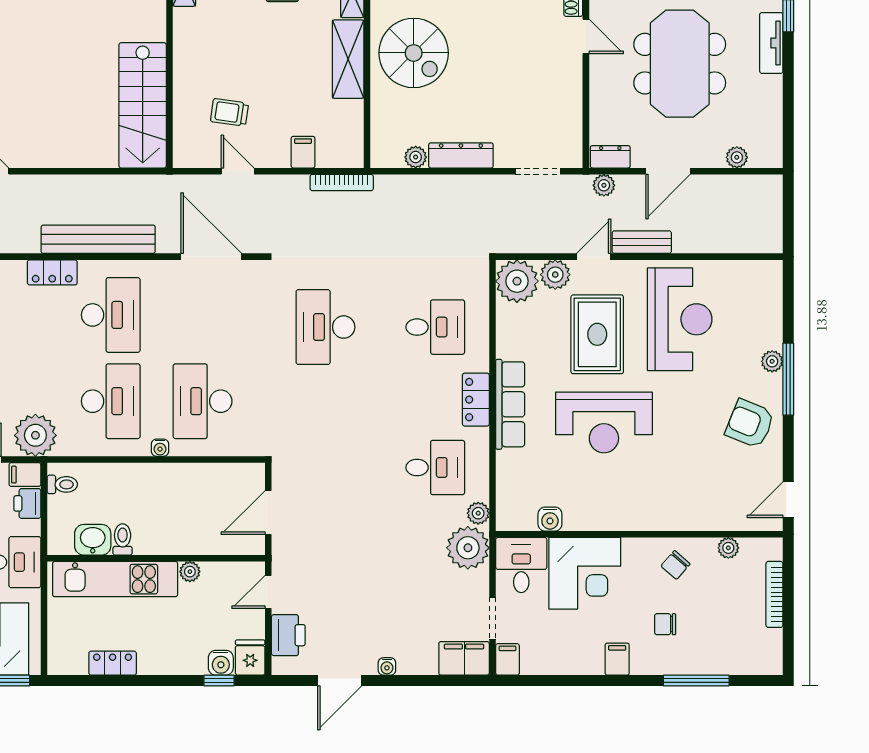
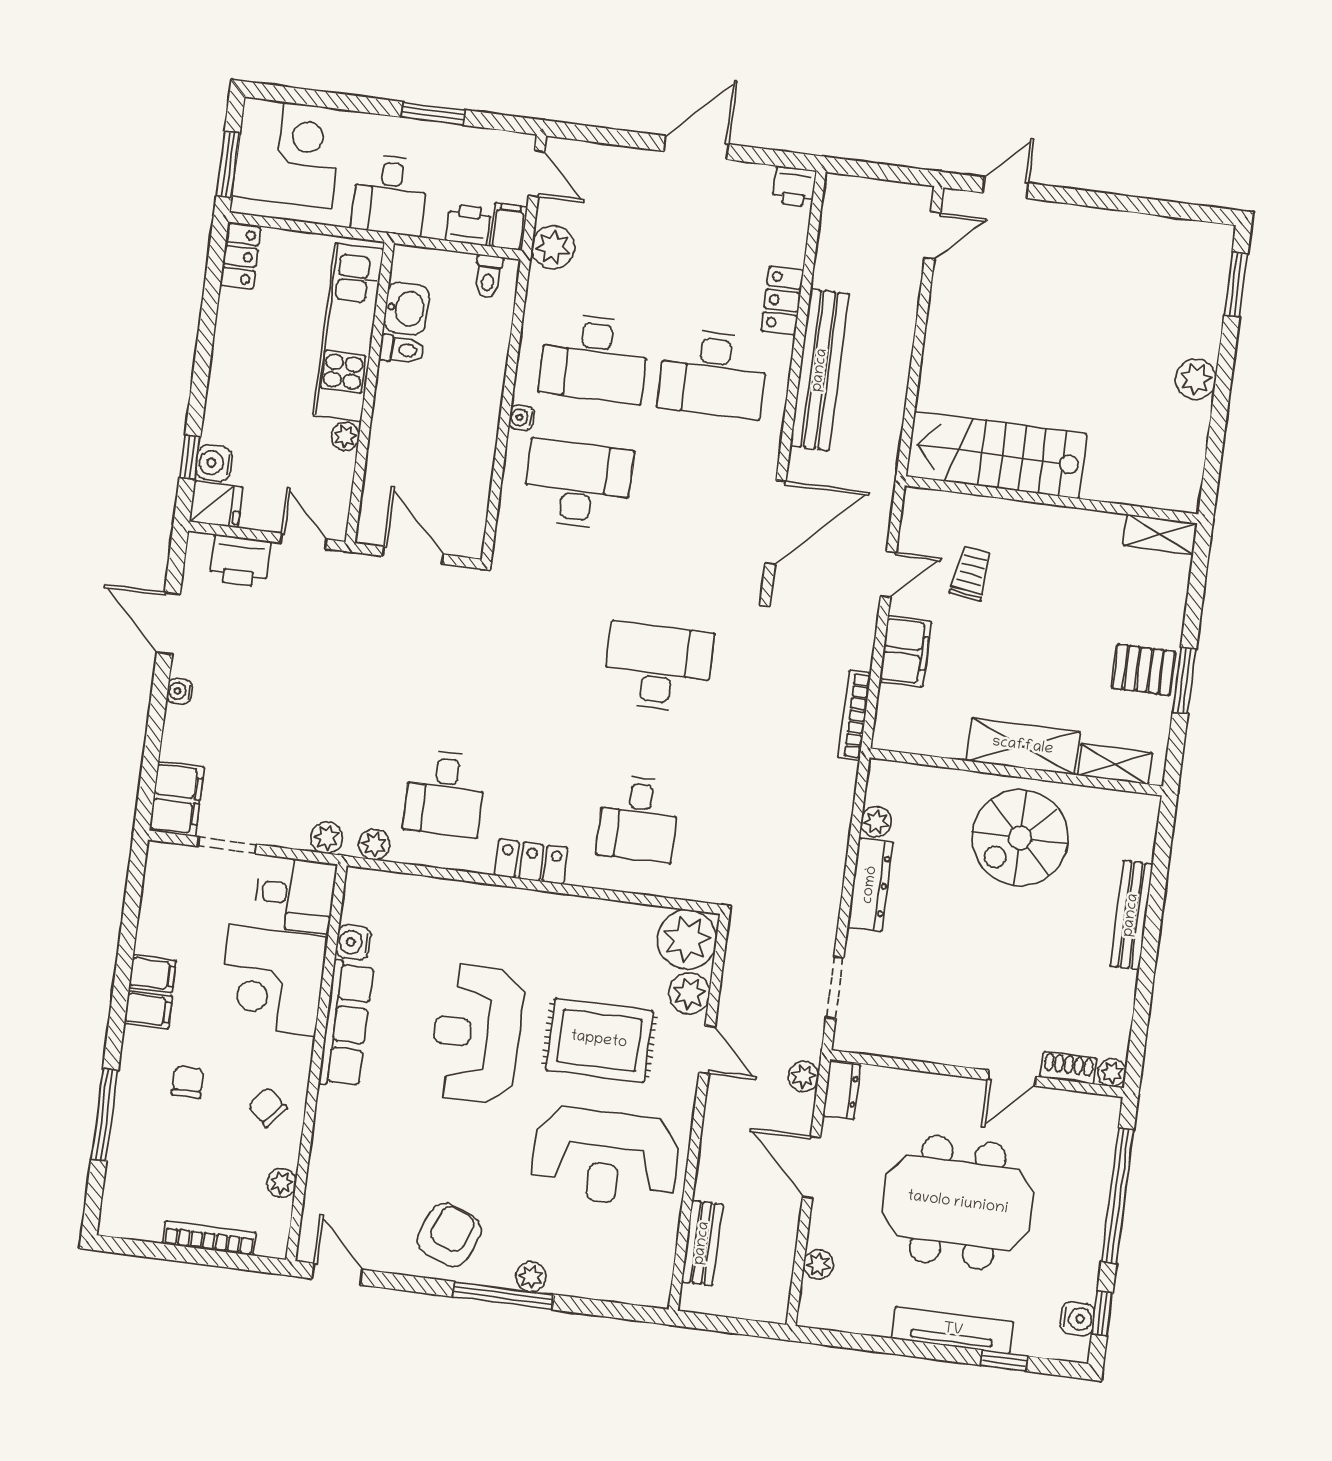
tv unit: (771, 43) -> (953, 1330), width x1.41
filing cabinet: (303, 152) -> (905, 651), width x2.00
bench: (642, 242) -> (702, 1243), moved
row of seats: (510, 404) -> (346, 1024), moved, turned -90
plant: (35, 435) -> (553, 247), width x0.73, depth x0.73
plant: (468, 548) -> (327, 838), width x0.53, depth x0.53
filing cabinet: (507, 659) -> (152, 974), moved
locker: (113, 663) -> (240, 256), moved

